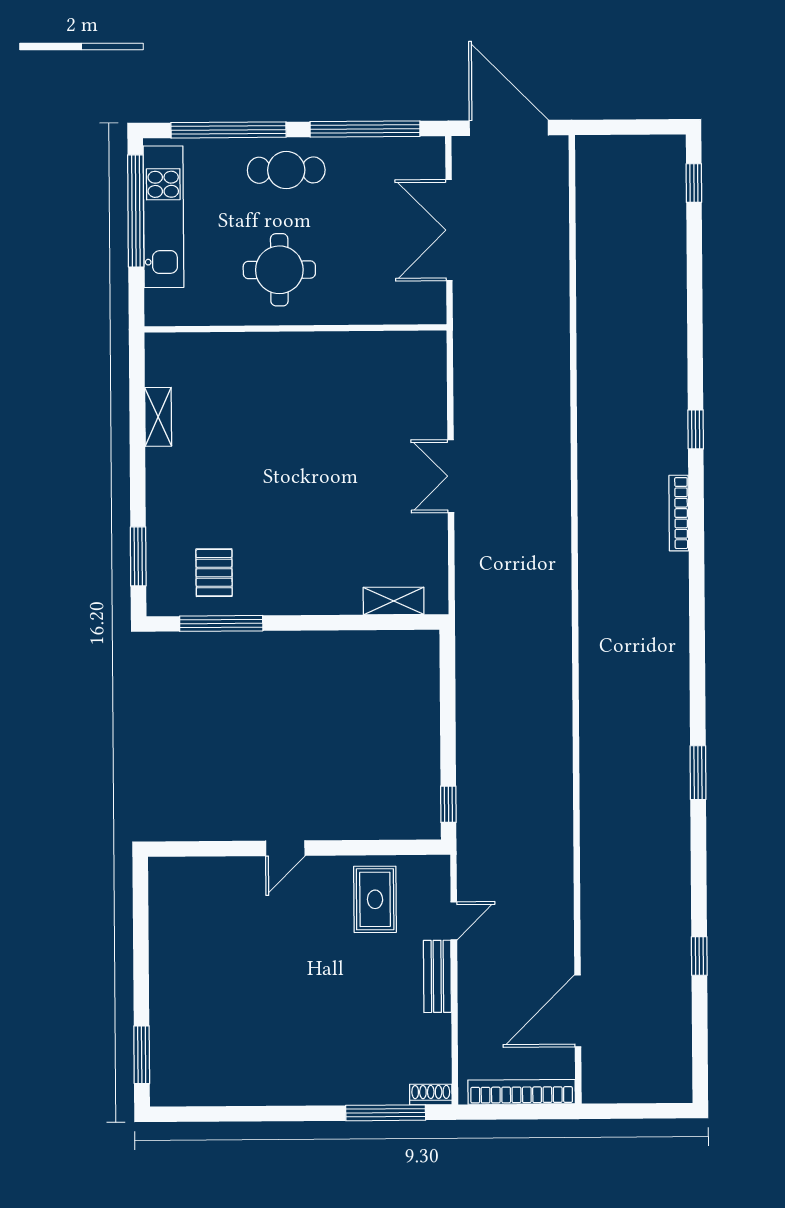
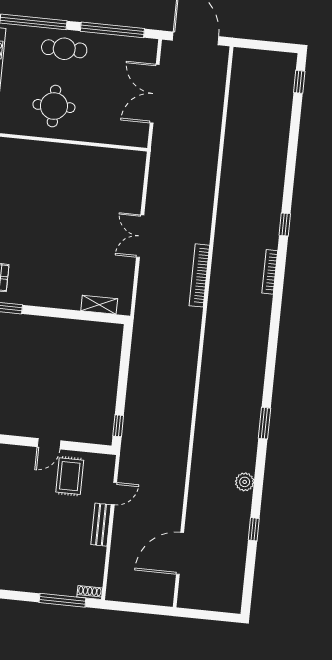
door: (285, 848) -> (49, 444), moved
plant: (675, 877) -> (245, 482), added
bookcase: (522, 1092) -> (199, 275), moved, turned -90

